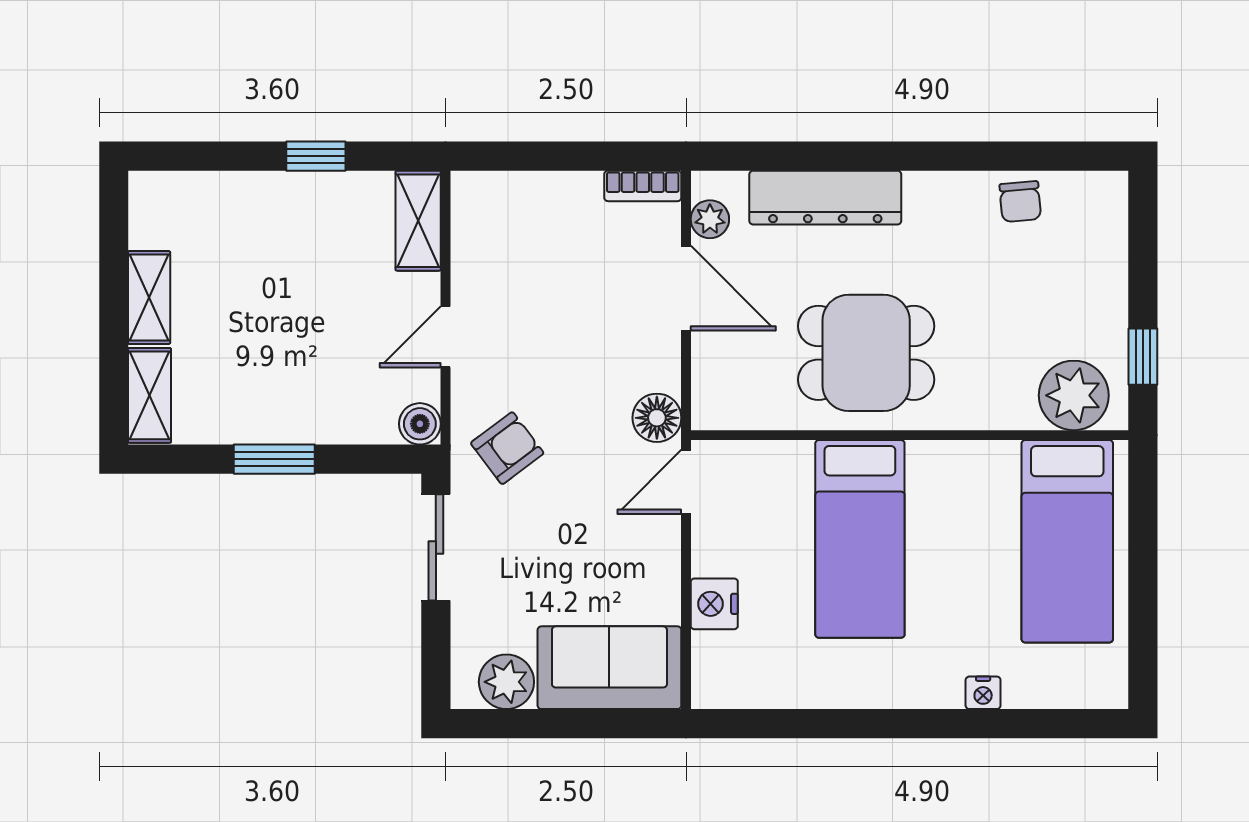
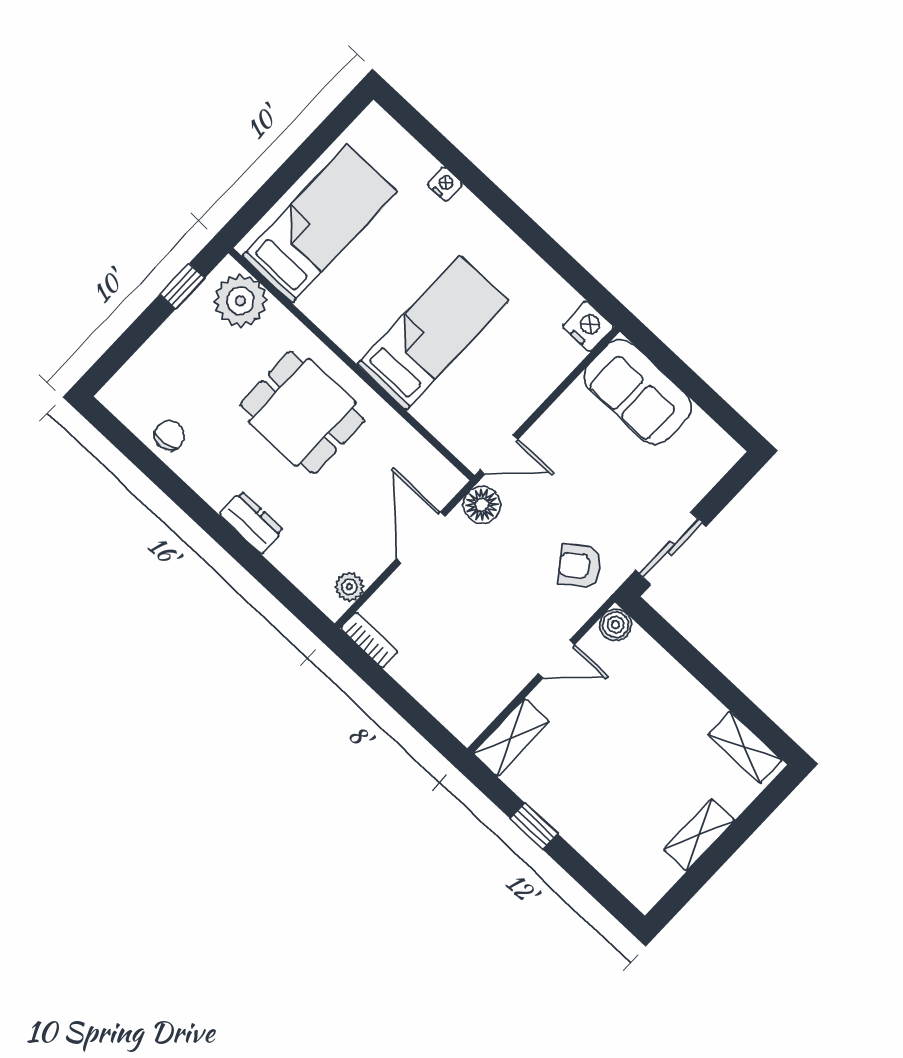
dresser: (825, 198) -> (251, 522), width x0.51, depth x0.80
door: (686, 288) -> (421, 538), moved
dining table: (866, 353) -> (302, 412), moved
shelving: (150, 395) -> (745, 747), moved, turned 90
window: (274, 459) -> (714, 681), removed
nightstand: (714, 604) -> (588, 326), moved, turned -90
plant: (506, 682) -> (702, 438), removed

